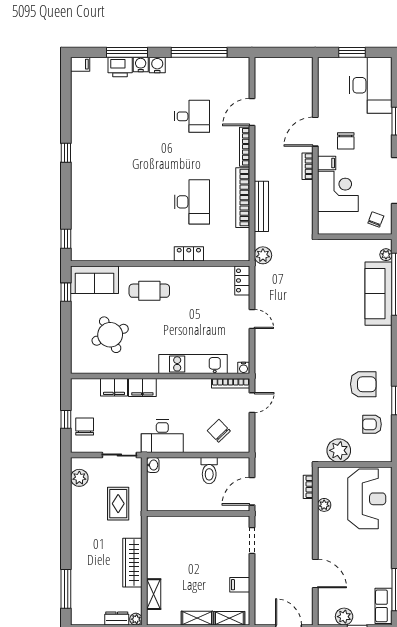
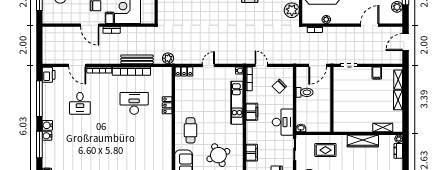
printer: (120, 67) -> (49, 75), moved
desk: (192, 116) -> (80, 103), turned 180
filing cabinet: (142, 387) -> (252, 112), moved
door: (252, 491) -> (318, 65), hinge flipped

